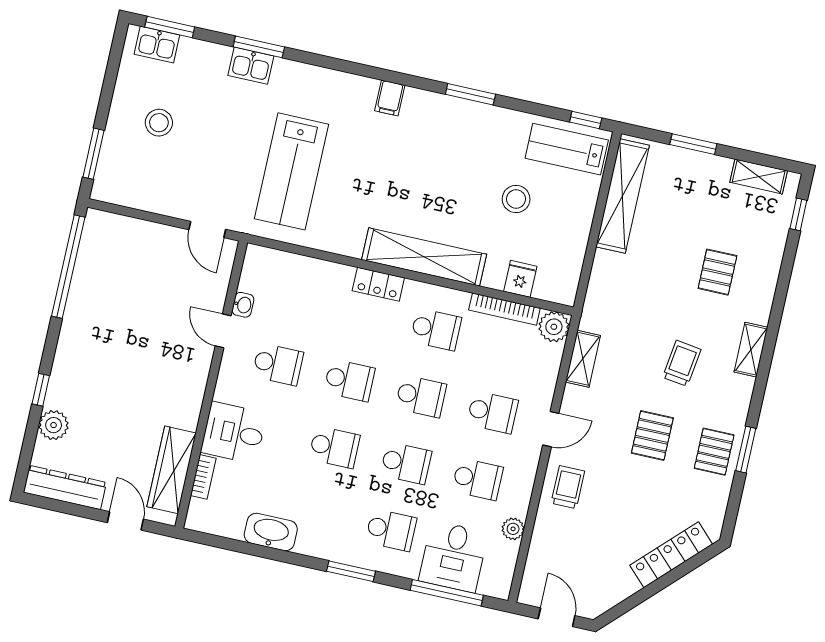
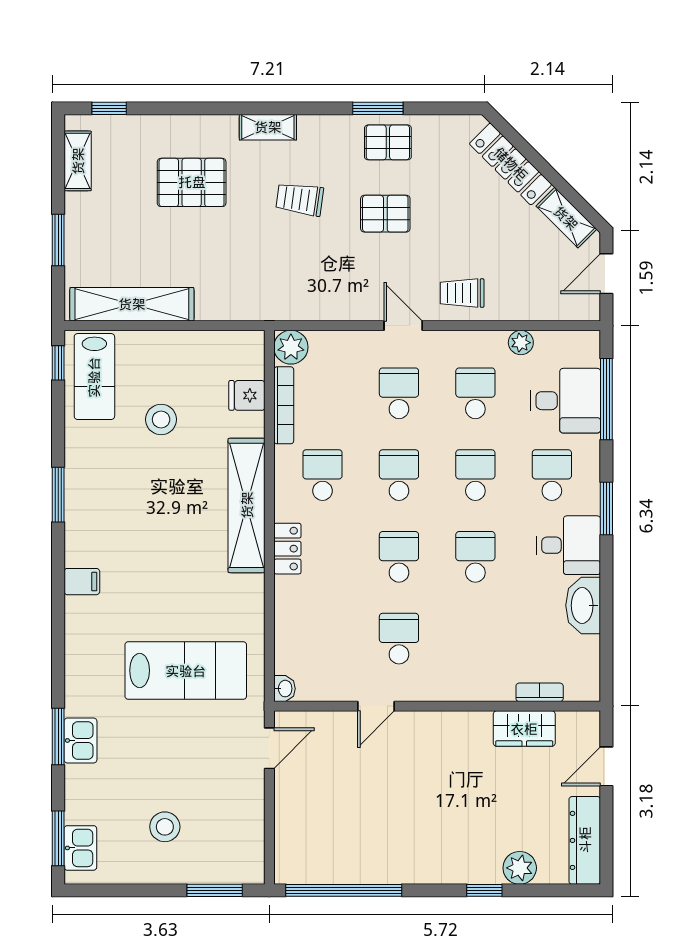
pallet: (717, 272) -> (192, 182), width x1.50, depth x1.42
washbasin: (243, 305) -> (285, 689), moved, turned 90
shelving: (583, 359) -> (566, 218), moved, turned 45
desk: (234, 433) -> (569, 545), moved, turned -90
wardrobe: (172, 470) -> (524, 729), width x0.67

